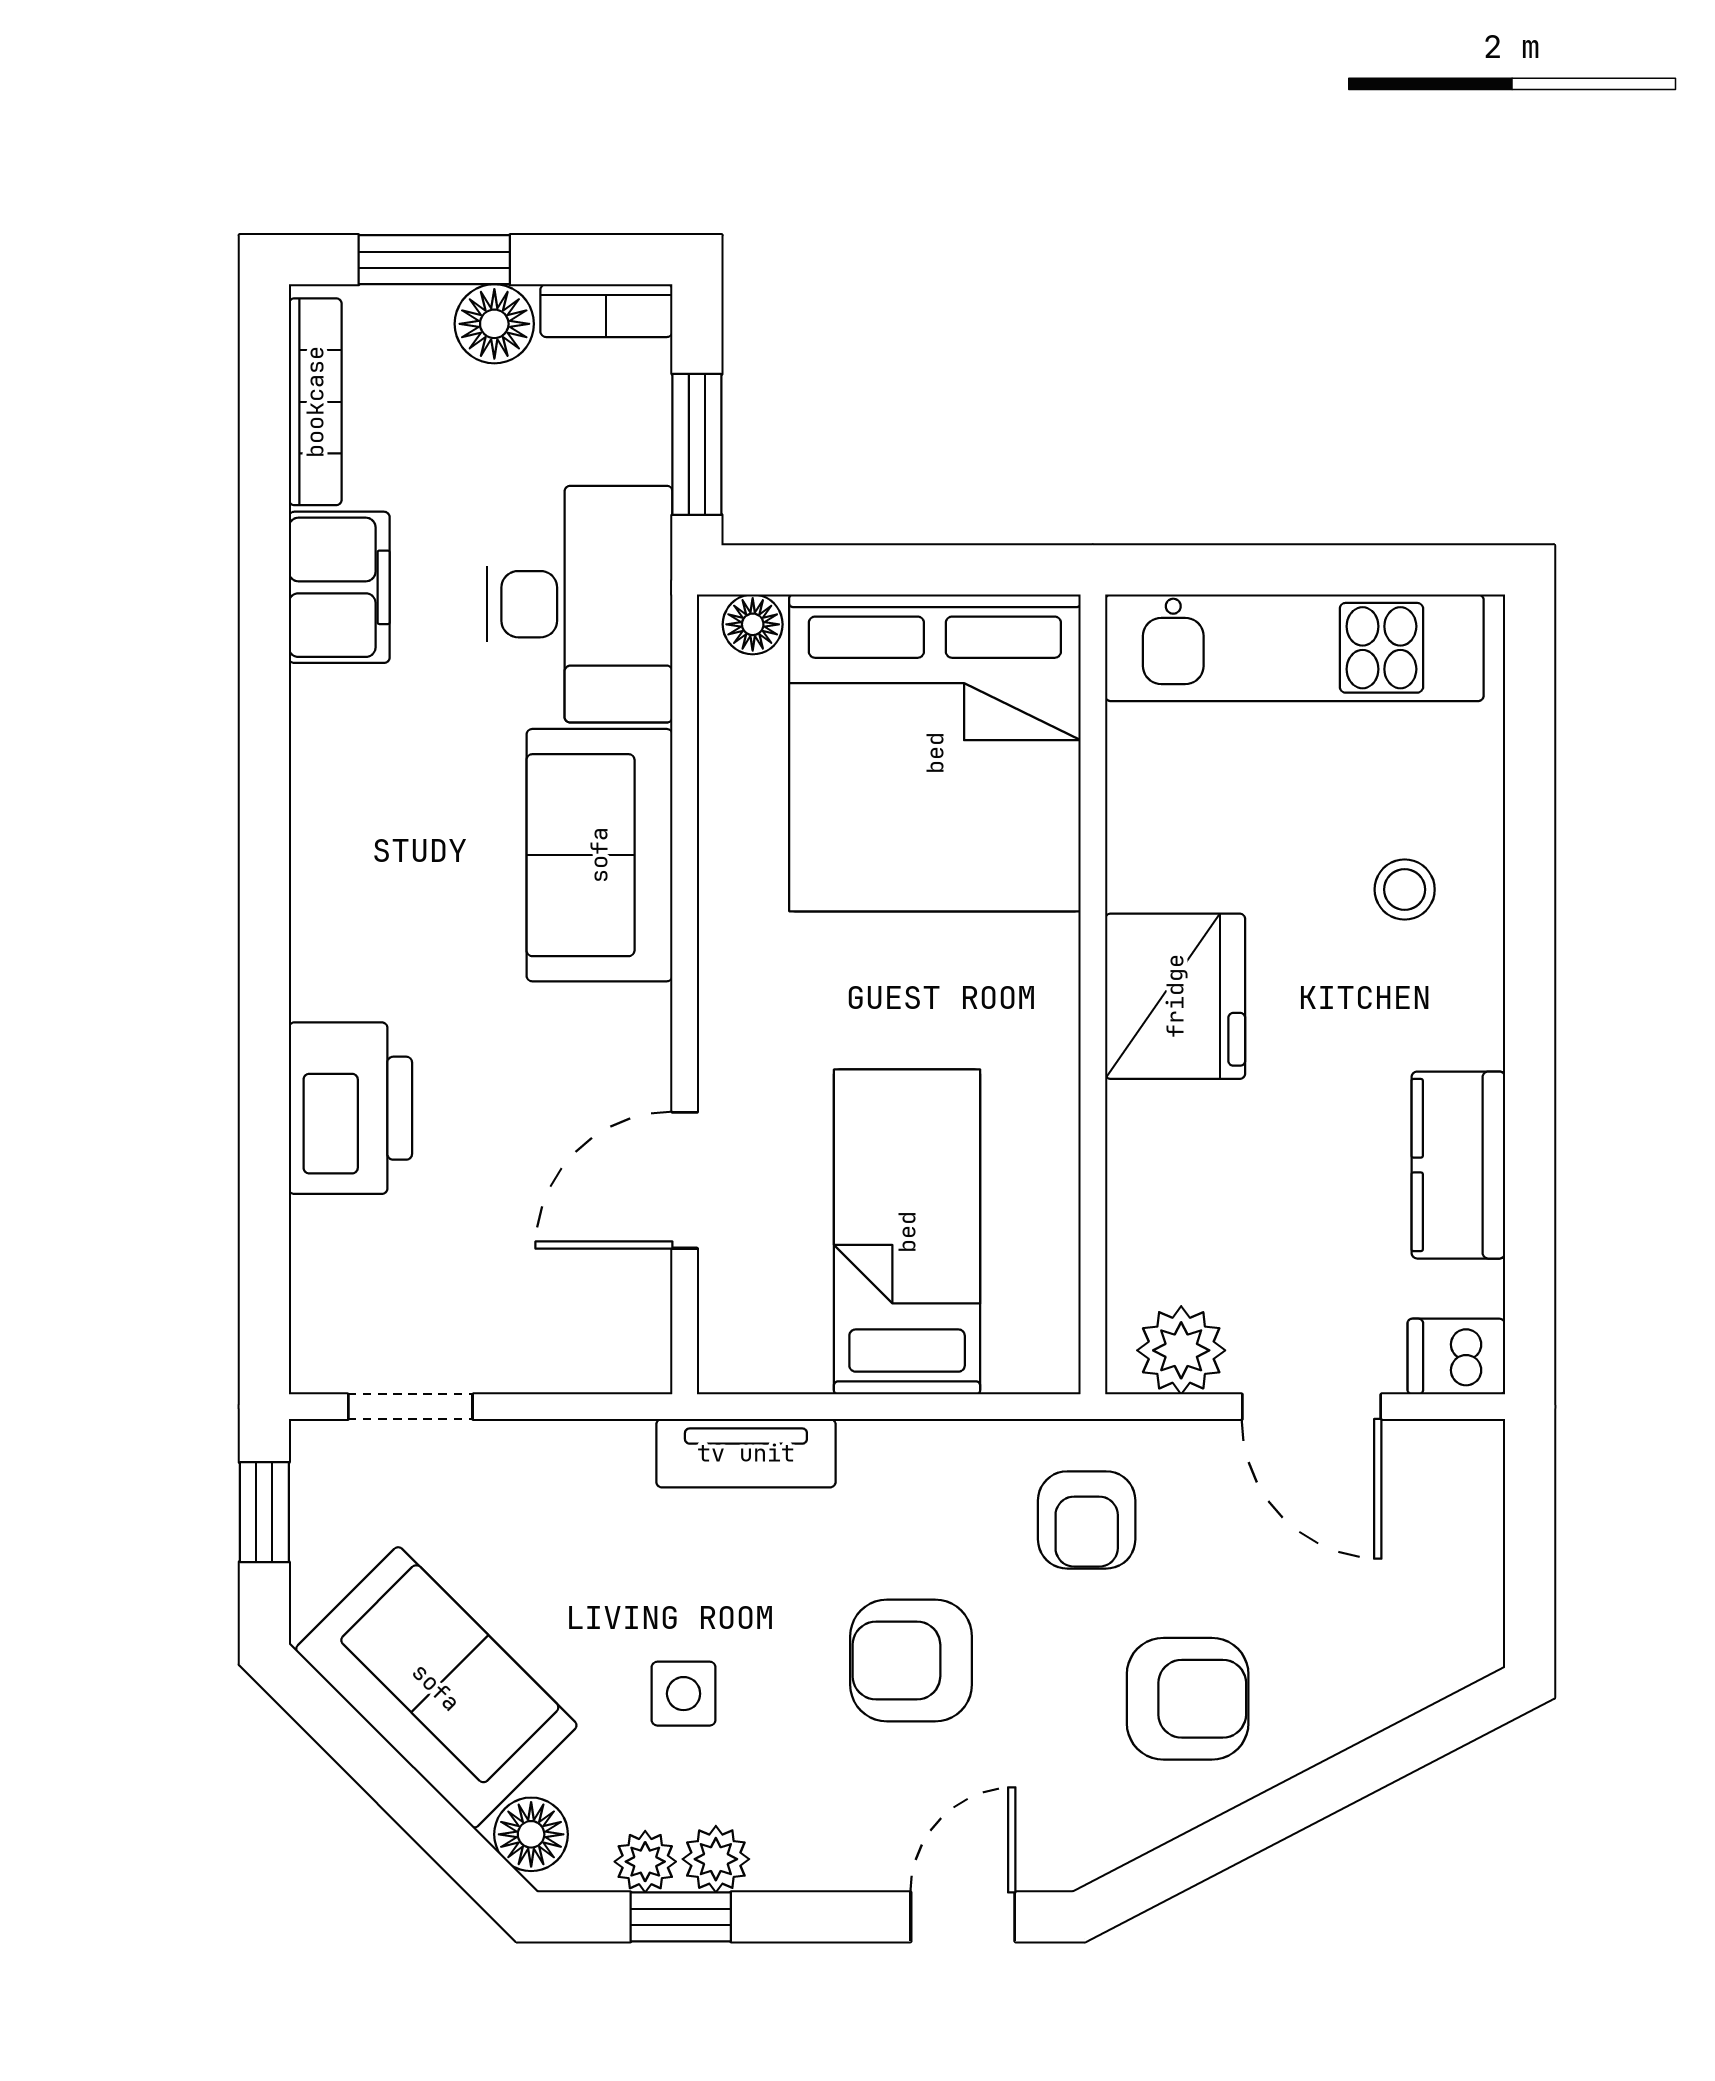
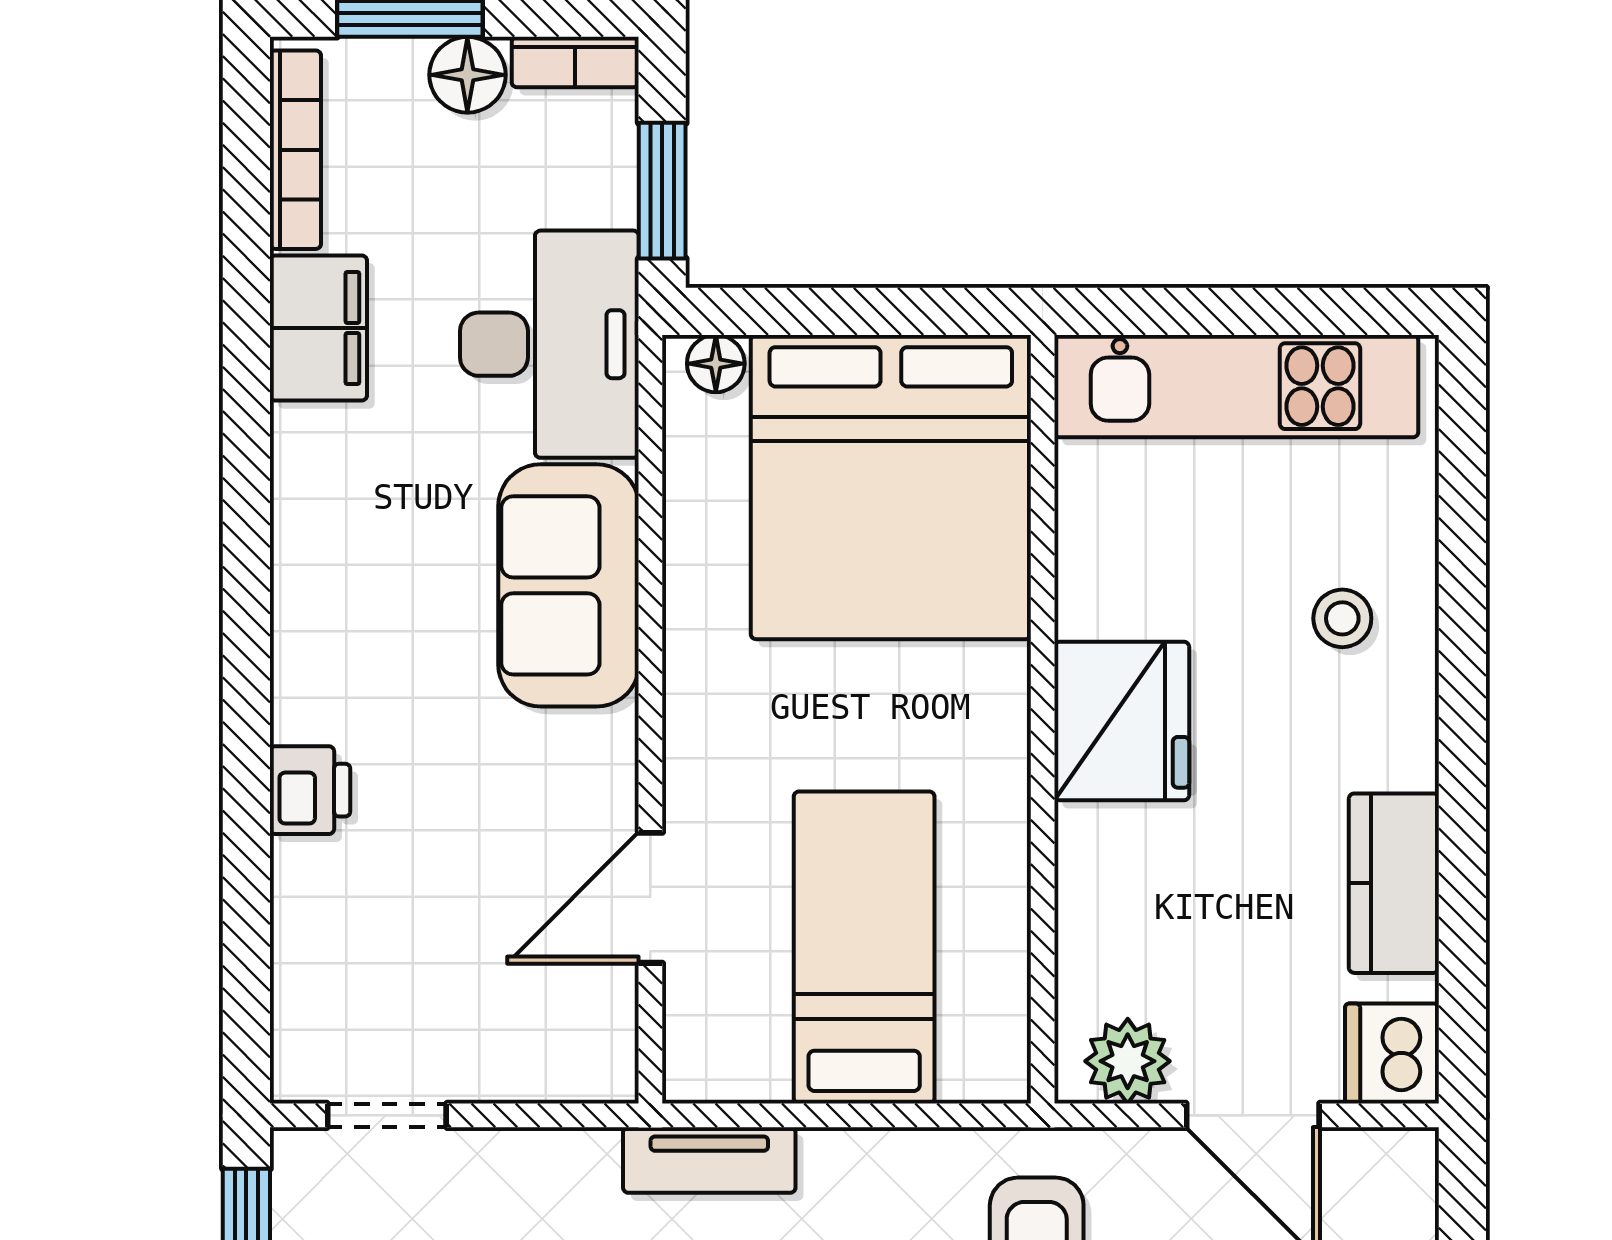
printer: (350, 1108) -> (310, 790), width x0.53, depth x0.68
dishwasher: (1456, 1357) -> (1392, 1053), width x1.38

